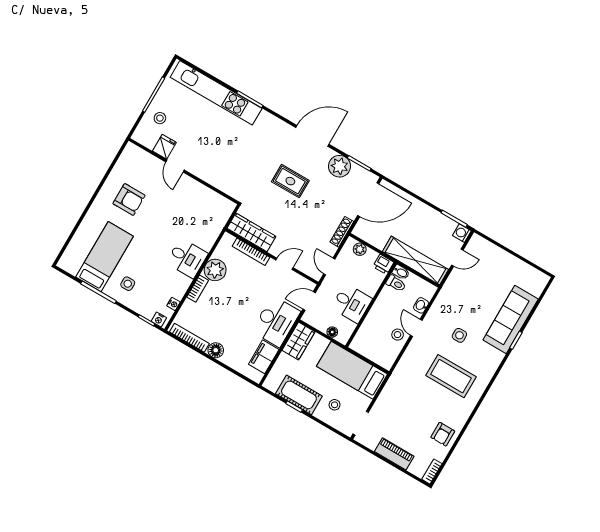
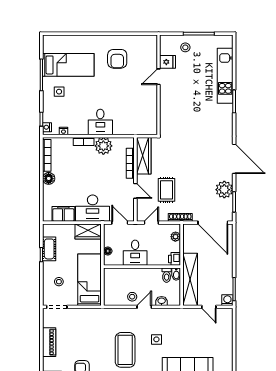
kitchen unit: (216, 93) -> (225, 76), width x0.73
rug: (290, 181) -> (167, 190), moved
cot: (299, 395) -> (49, 249), width x0.73, depth x0.75

